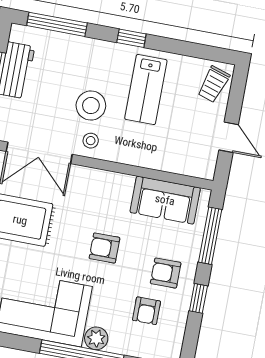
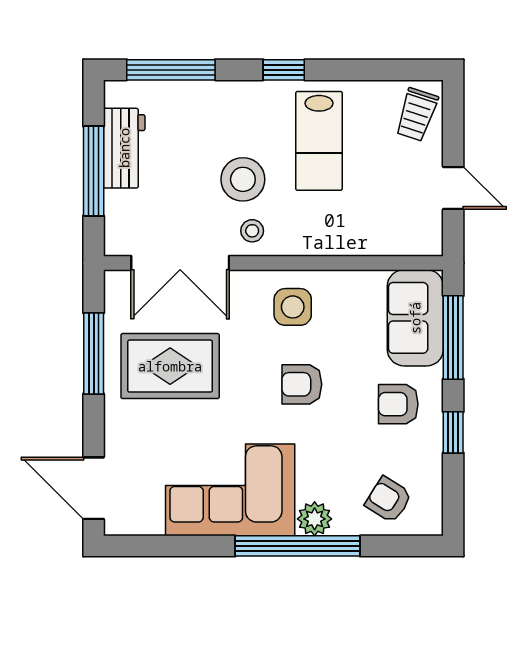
side table: (108, 196) -> (293, 307), added
sofa: (165, 200) -> (415, 318), moved, turned 90
armchair: (147, 311) -> (389, 500), moved, turned 122

